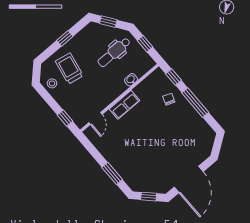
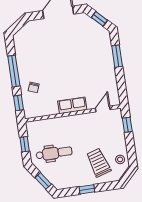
trolley: (69, 69) -> (99, 163), turned 152
washbasin: (131, 80) -> (54, 122), removed

